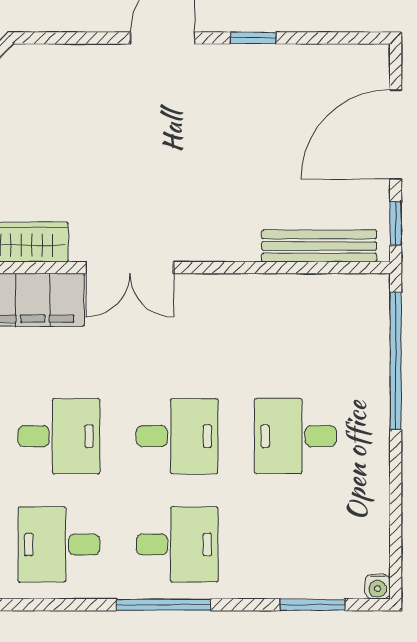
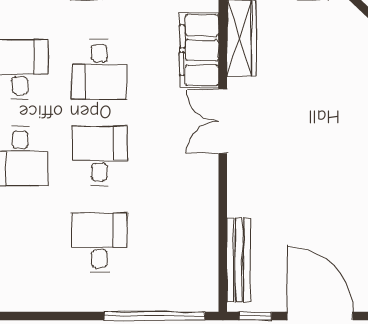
desk: (177, 436) -> (99, 156), turned 180

